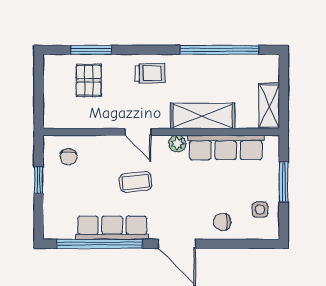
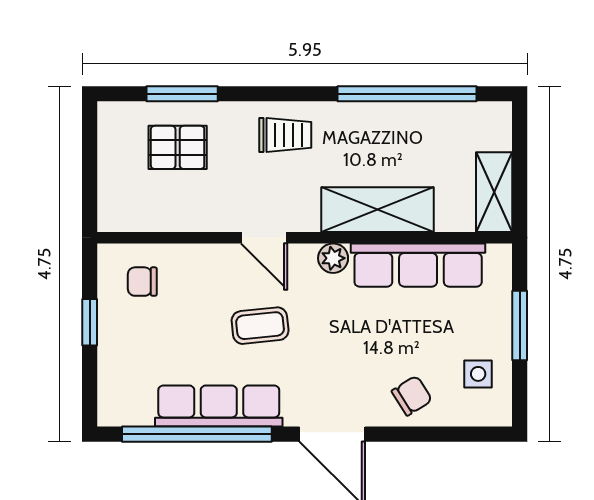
pallet: (89, 80) -> (178, 147), turned 90
chair: (69, 157) -> (142, 282), turned 90
chair: (222, 222) -> (412, 396), turned 148

